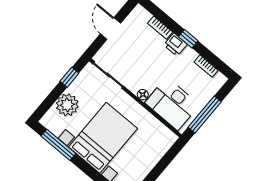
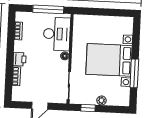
window: (188, 39) -> (10, 54), removed
plant: (67, 105) -> (101, 100), width x0.53, depth x0.53
window: (58, 145) -> (134, 73), moved

